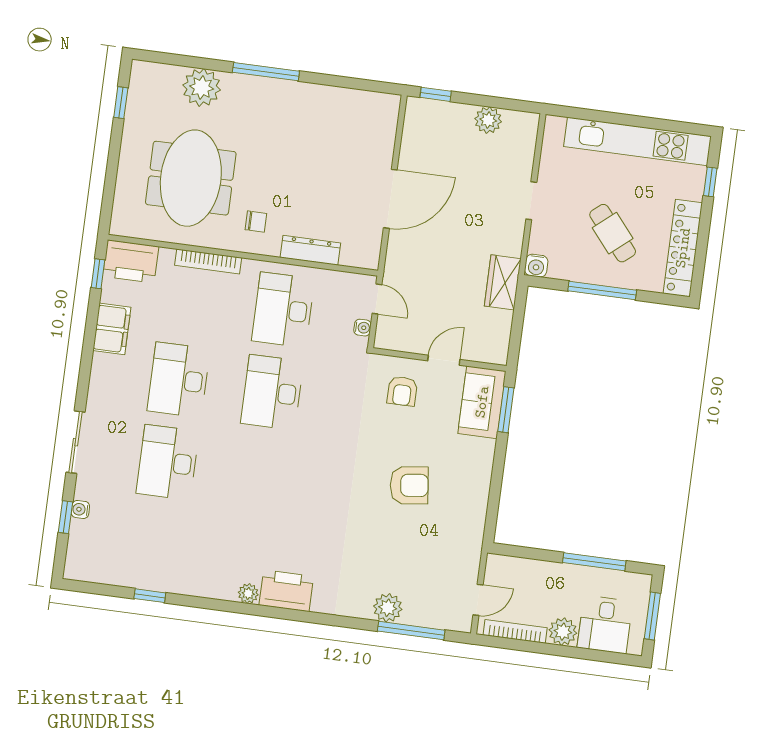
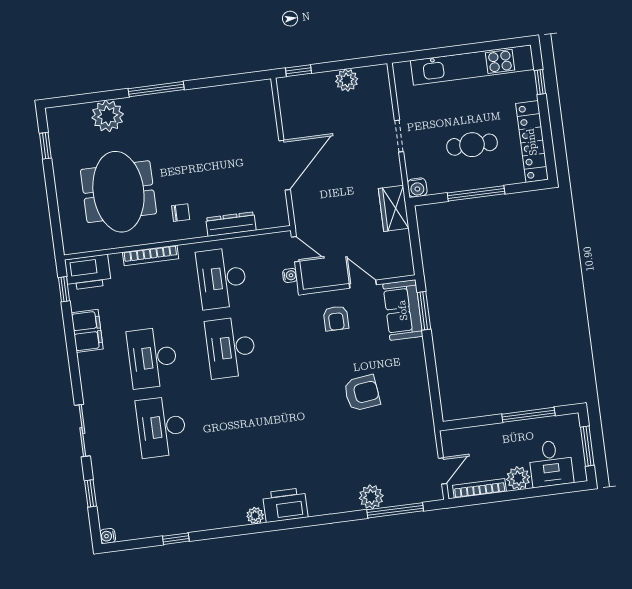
cafe table: (613, 233) -> (472, 145), turned -50
door: (444, 360) -> (363, 284), hinge flipped
water cooler: (80, 509) -> (108, 536), moved

